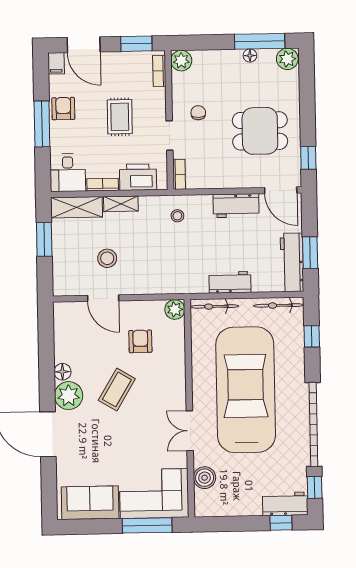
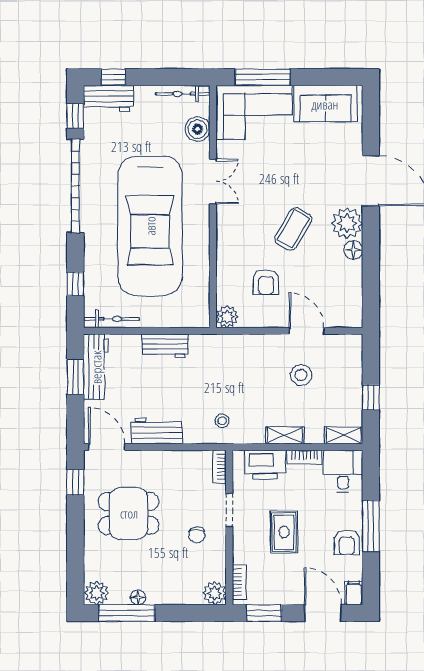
shelving: (77, 207) -> (344, 435), width x0.67, depth x0.75
window: (44, 239) -> (371, 397), width x0.67
bicycle: (215, 306) -> (183, 94), moved, turned 180

